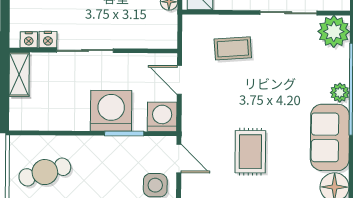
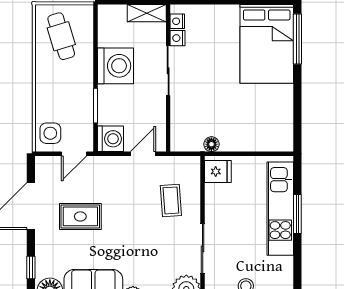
washing machine: (111, 111) -> (115, 66), moved

